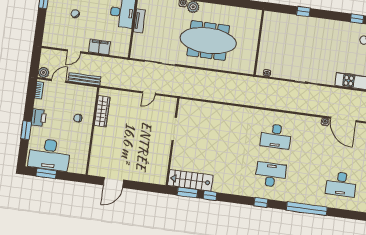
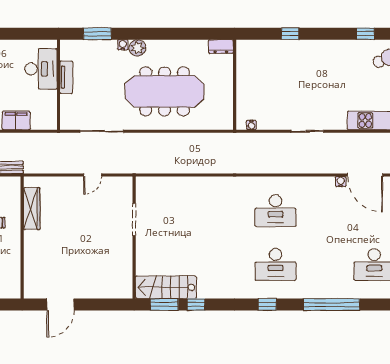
dresser: (253, 14) -> (221, 47), added
desk: (271, 175) -> (275, 264), turned 180

